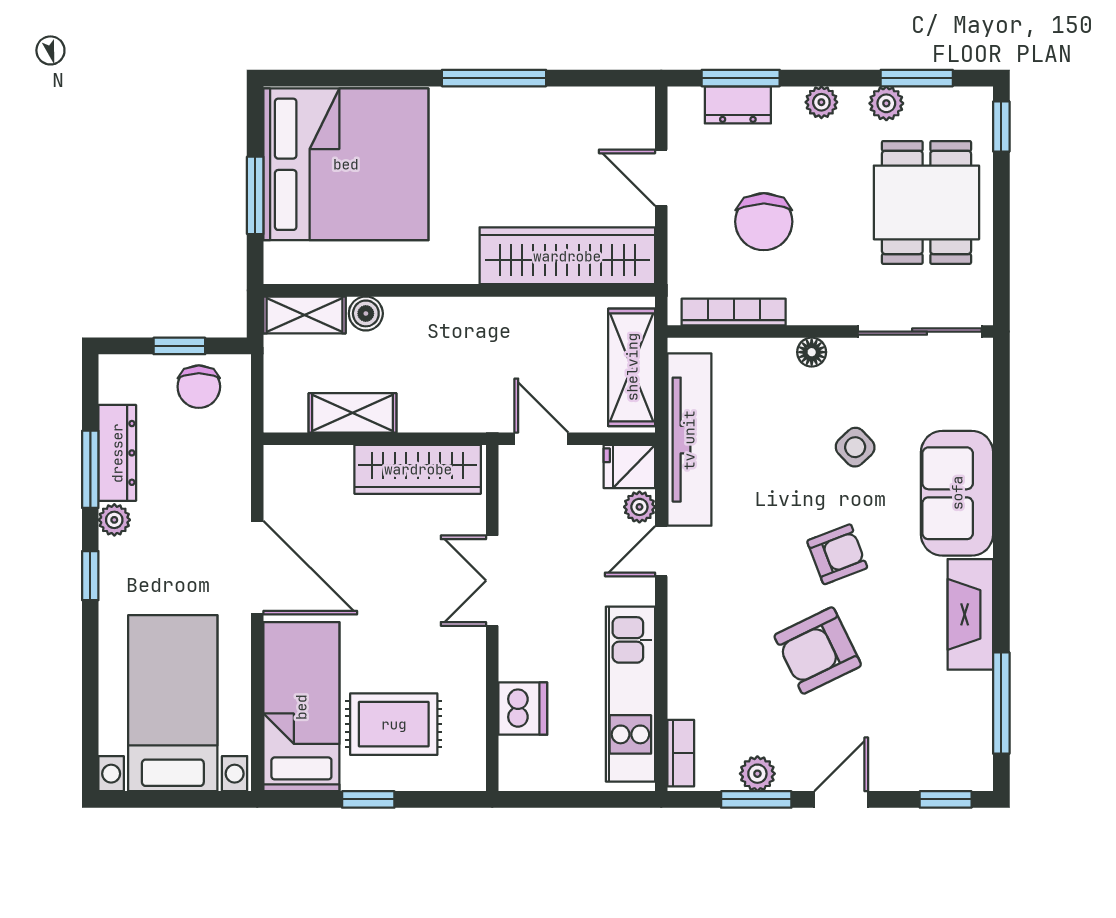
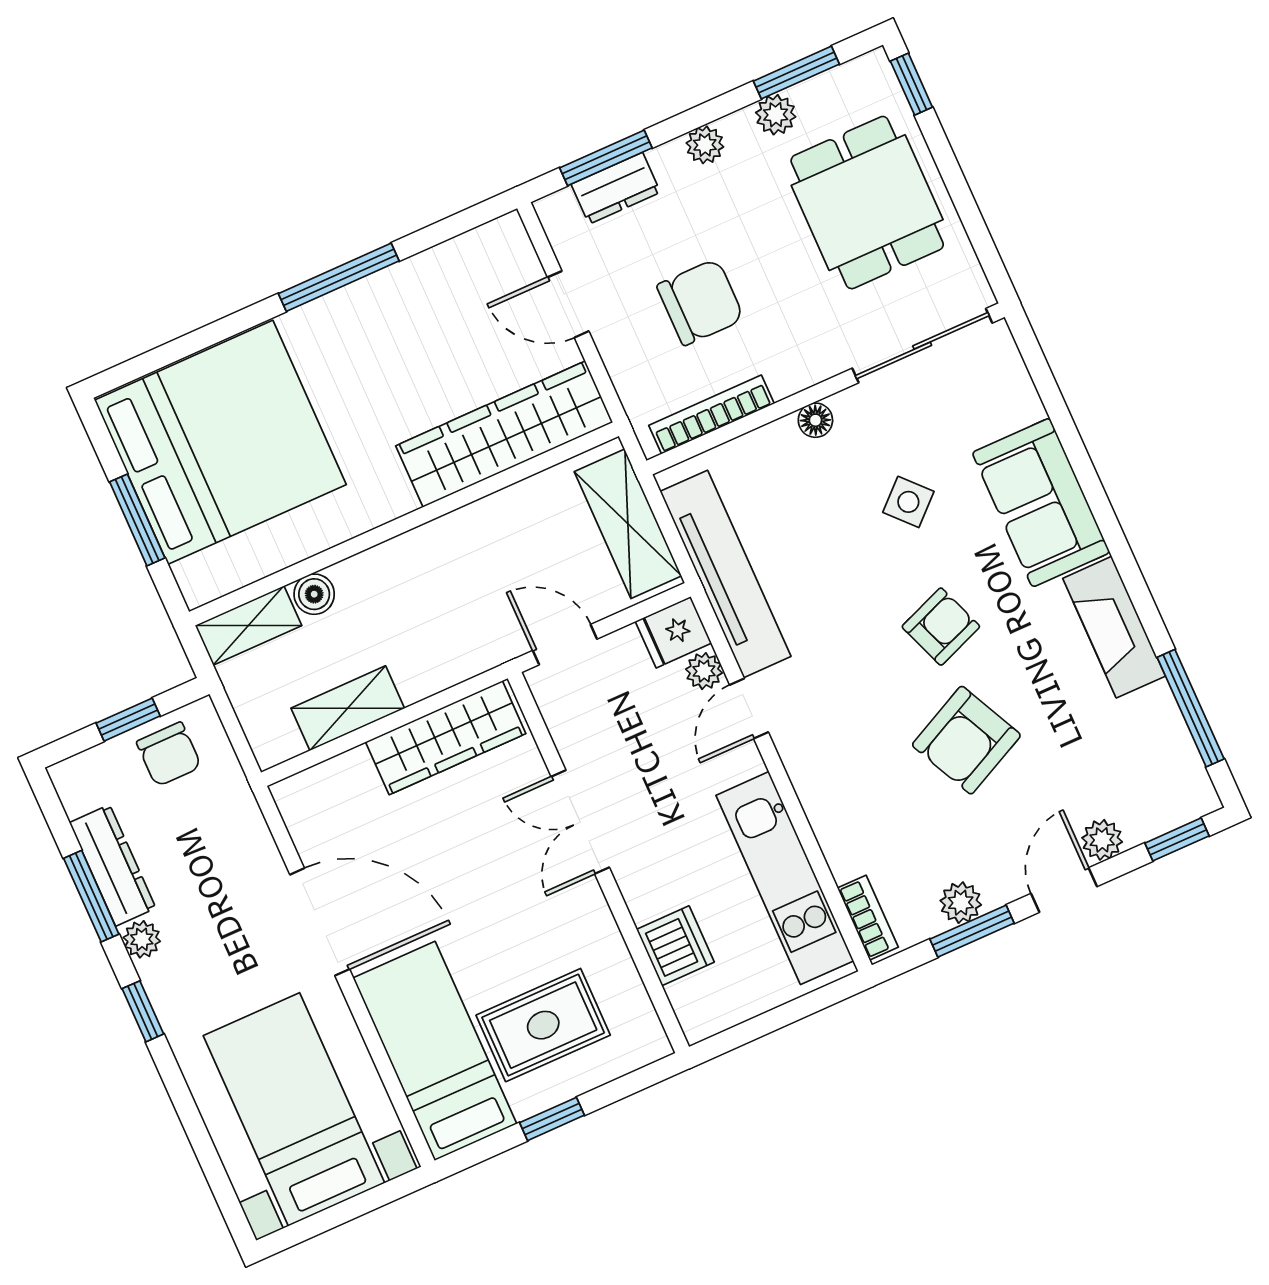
chair: (764, 222) -> (700, 302), turned -90
plant: (888, 774) -> (1102, 840), added

